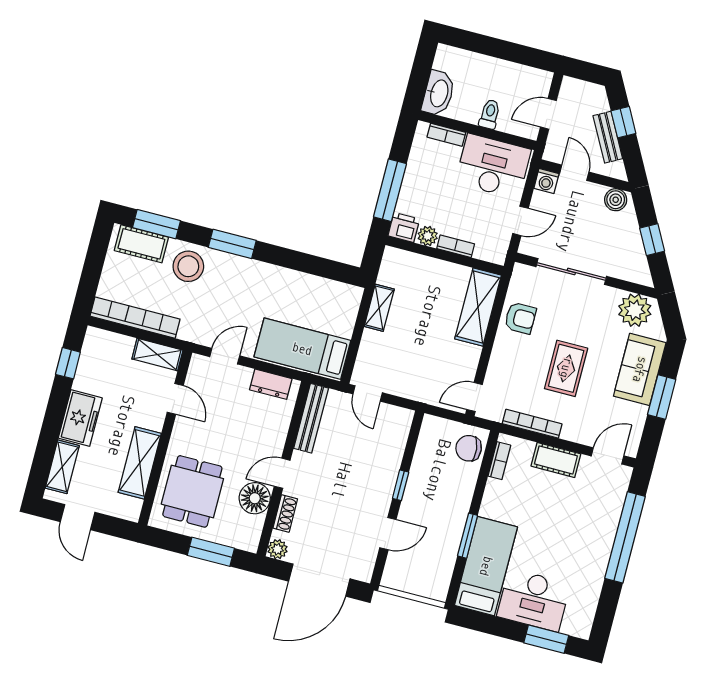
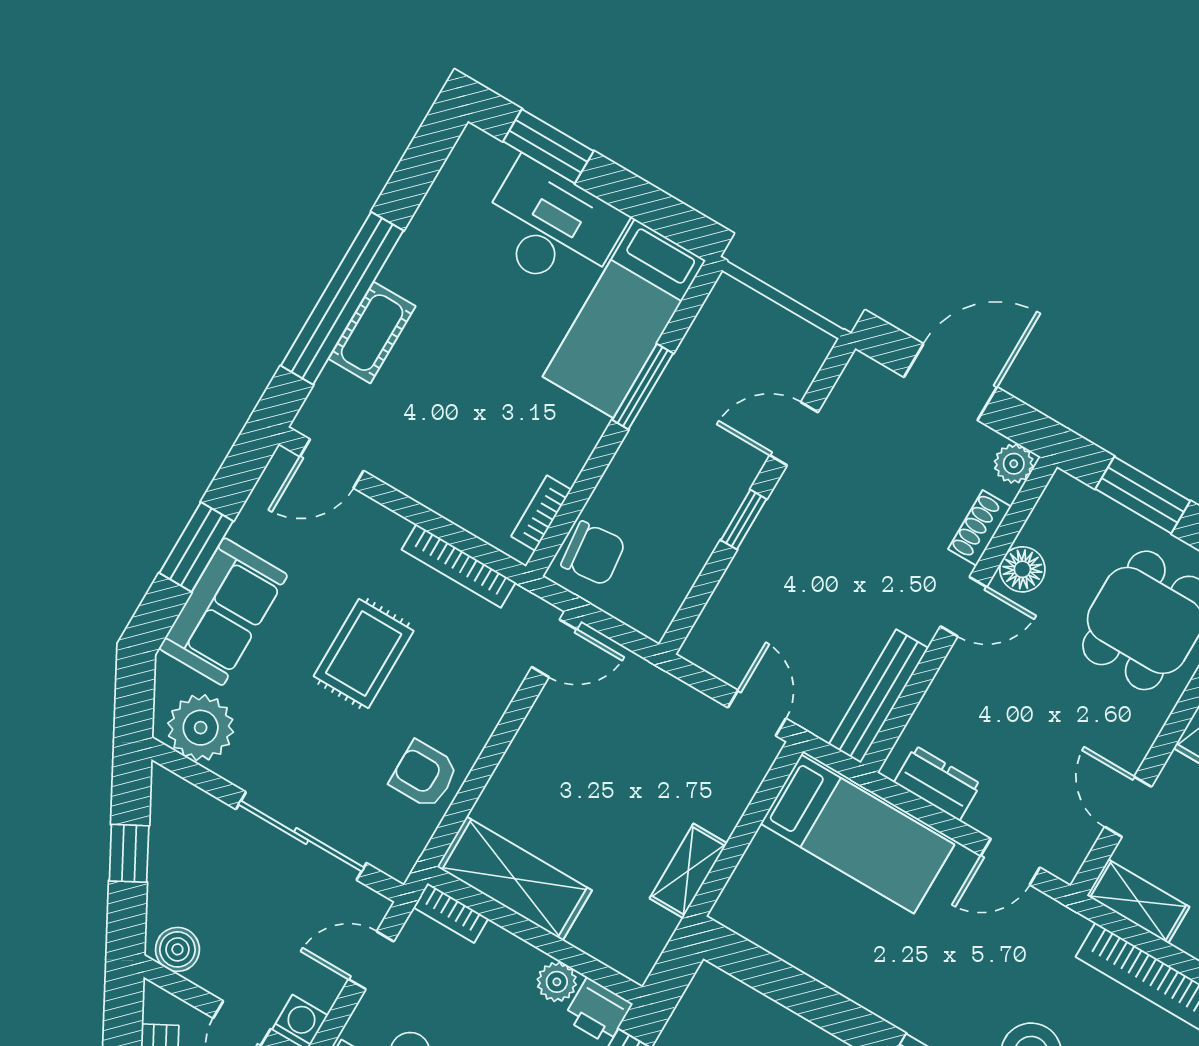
bookcase: (456, 246) -> (451, 913), moved
shelving: (478, 307) -> (515, 879), moved, turned 90
cot: (556, 460) -> (372, 333), moved, turned 90
floor lamp: (255, 498) -> (1022, 569), width x0.73, depth x0.73
door: (319, 580) -> (950, 382), width x0.73

